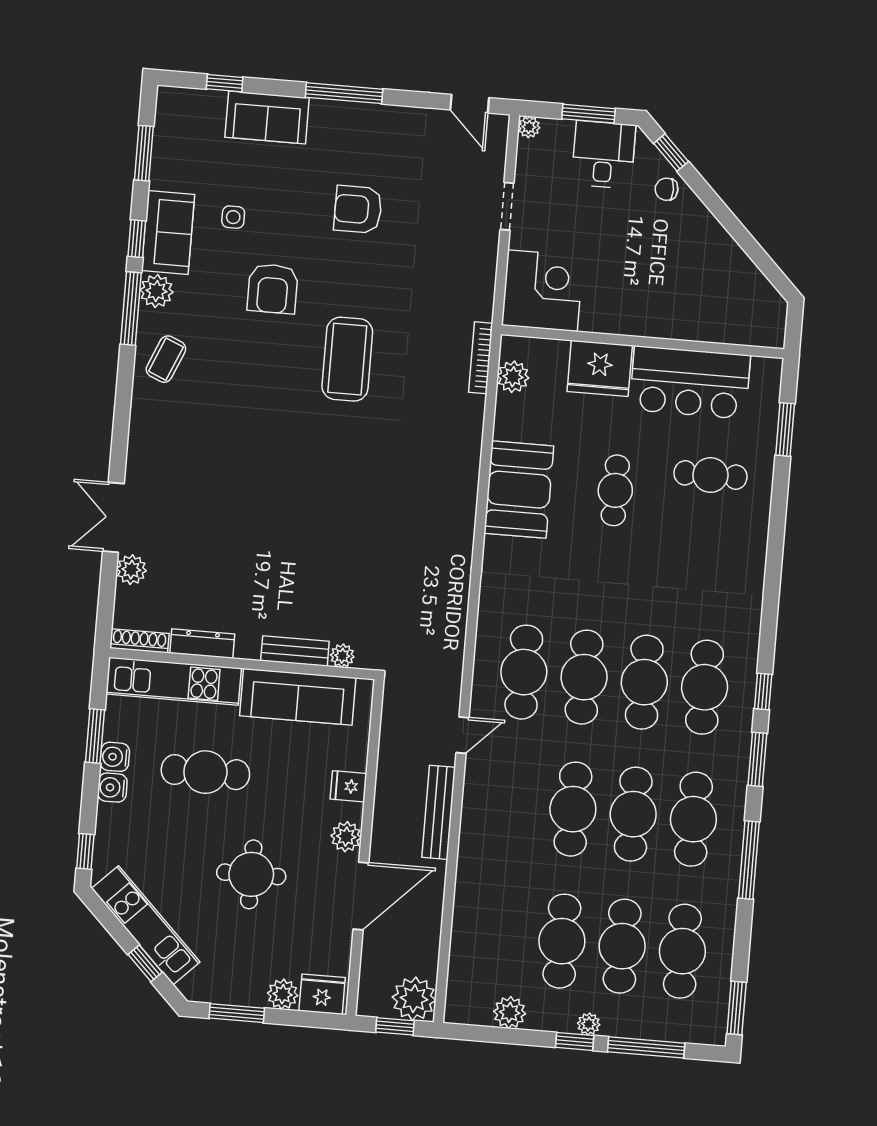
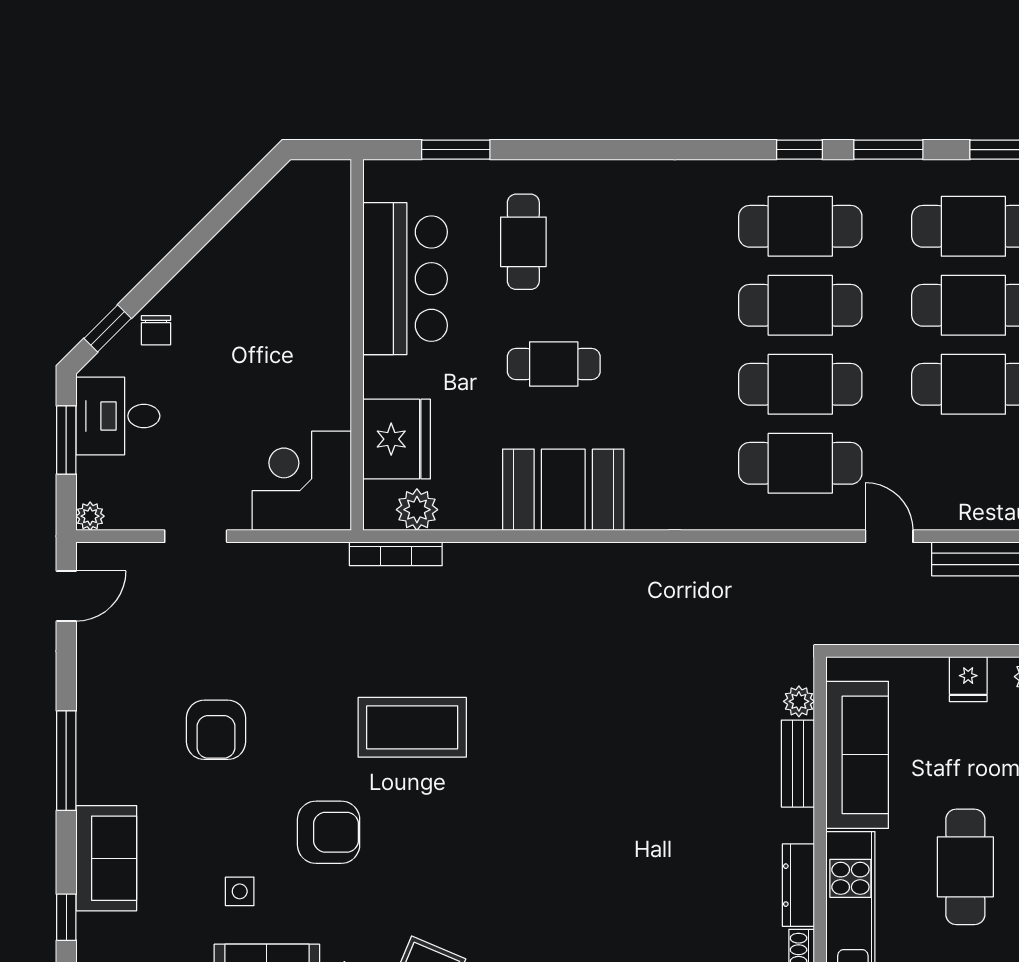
fridge: (600, 368) -> (397, 439), moved

